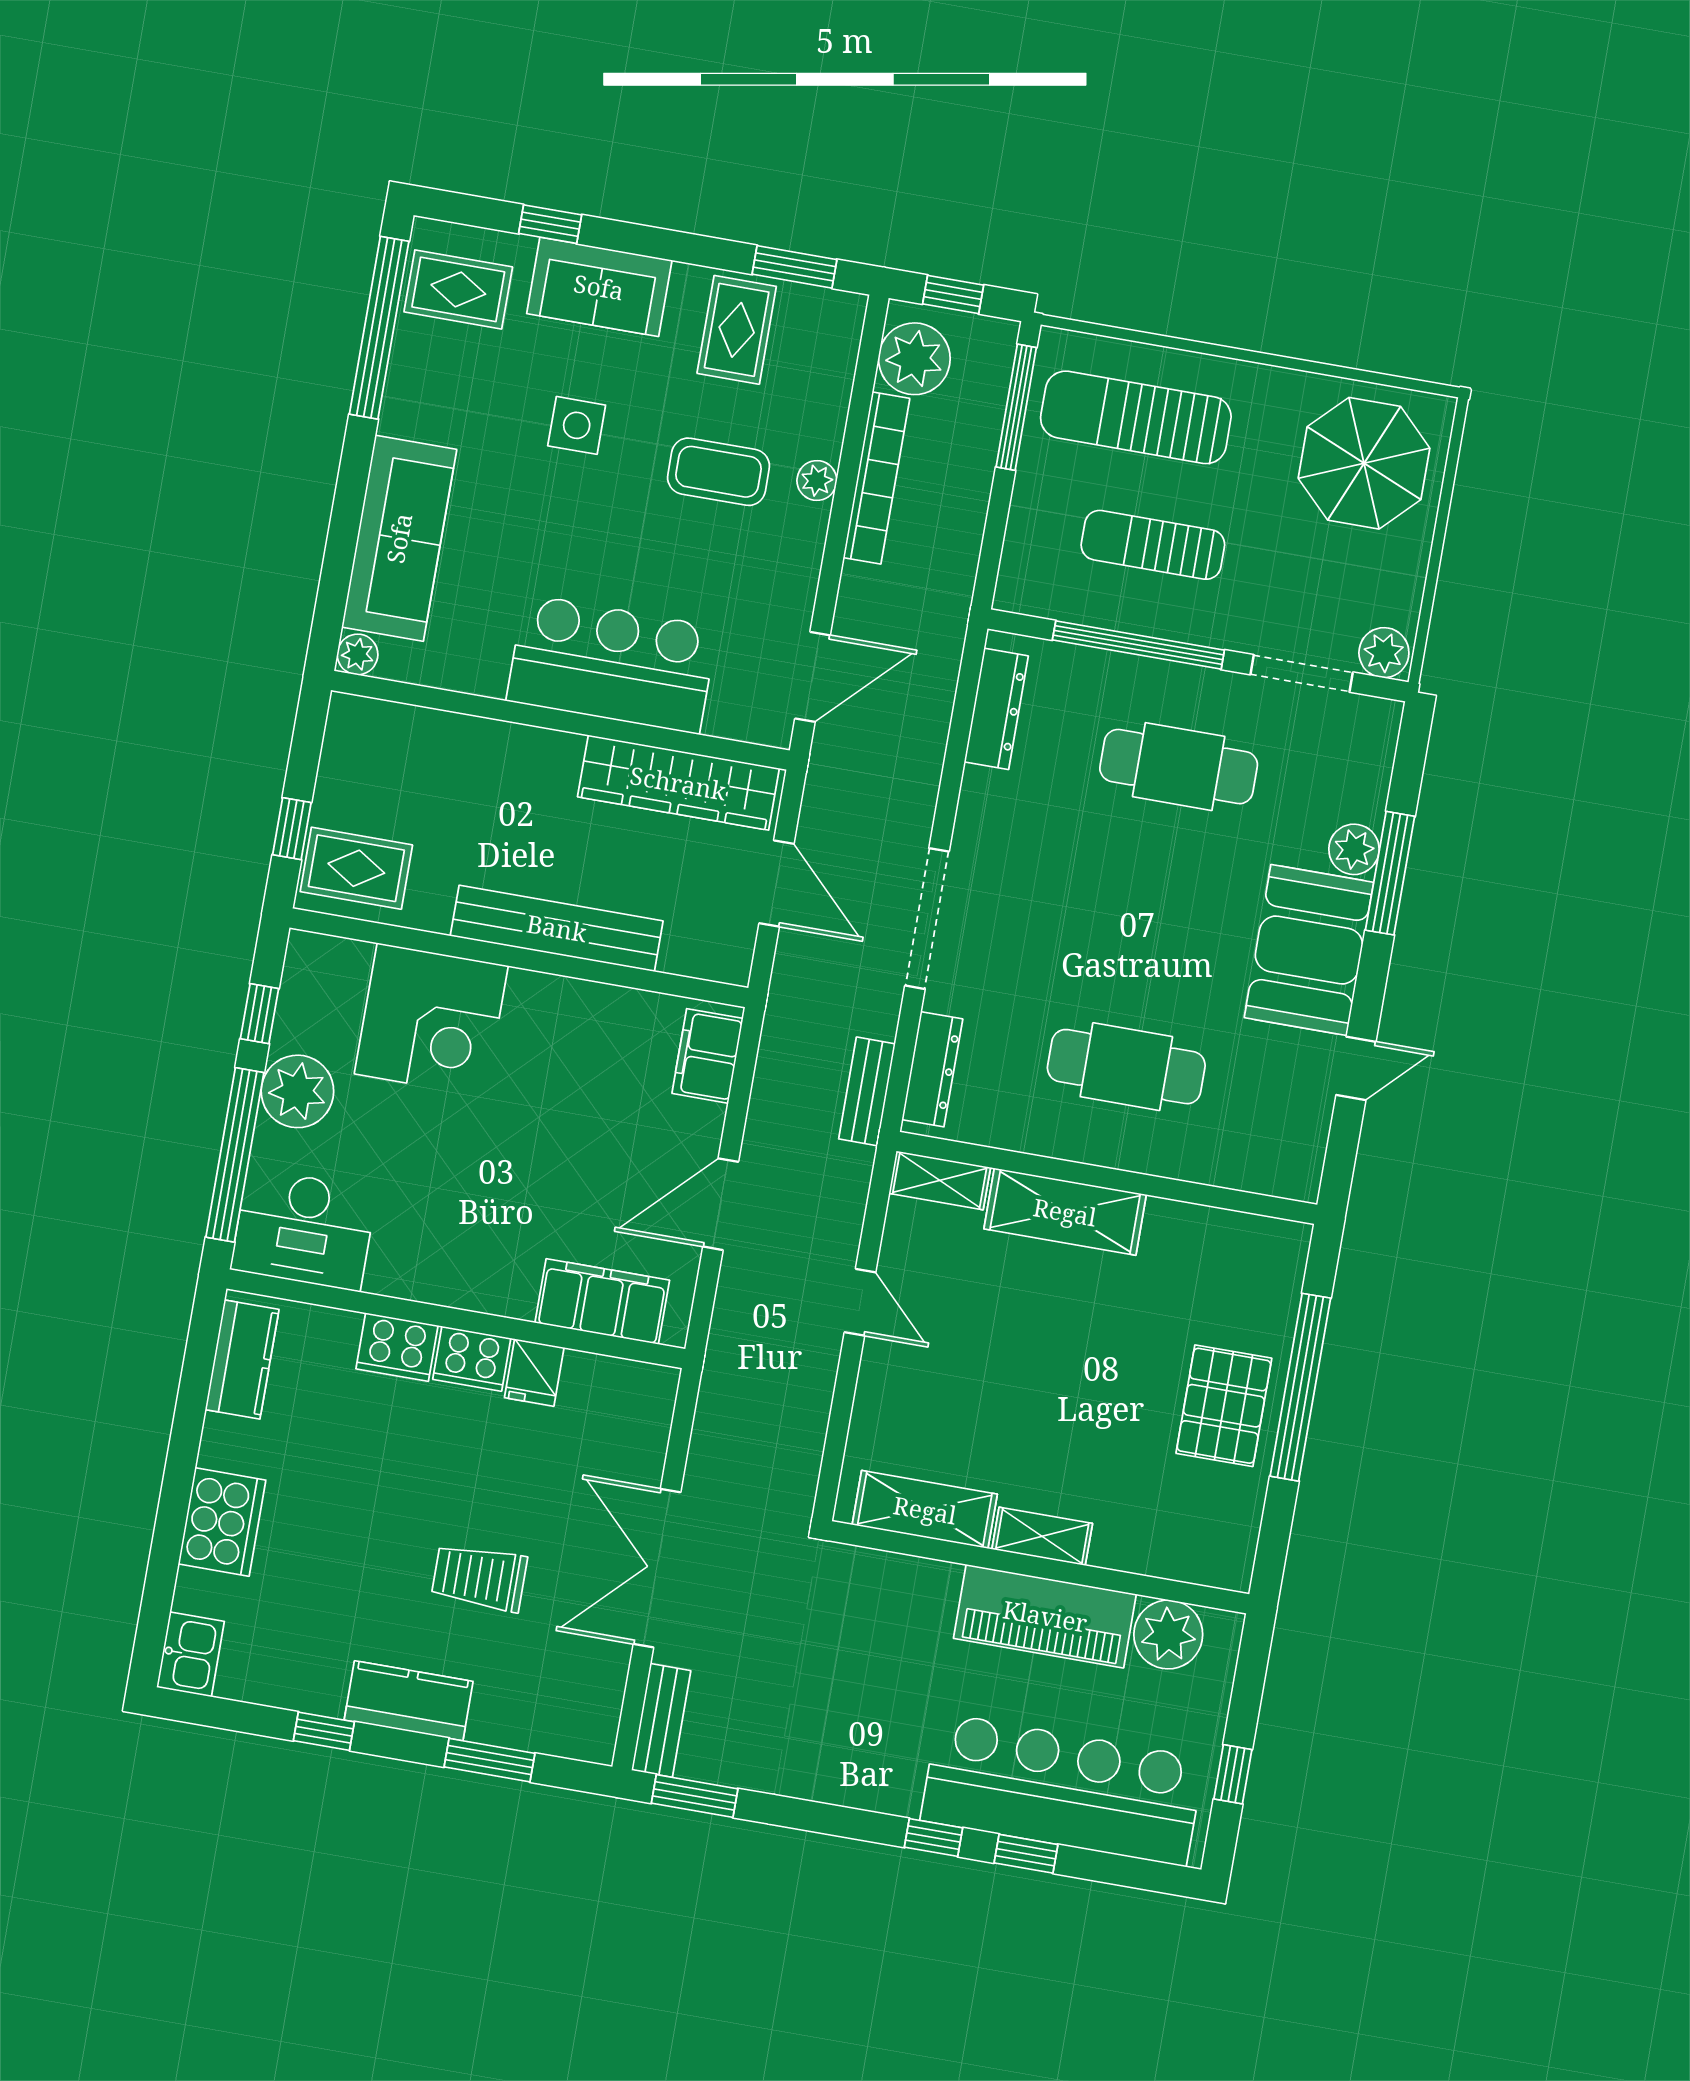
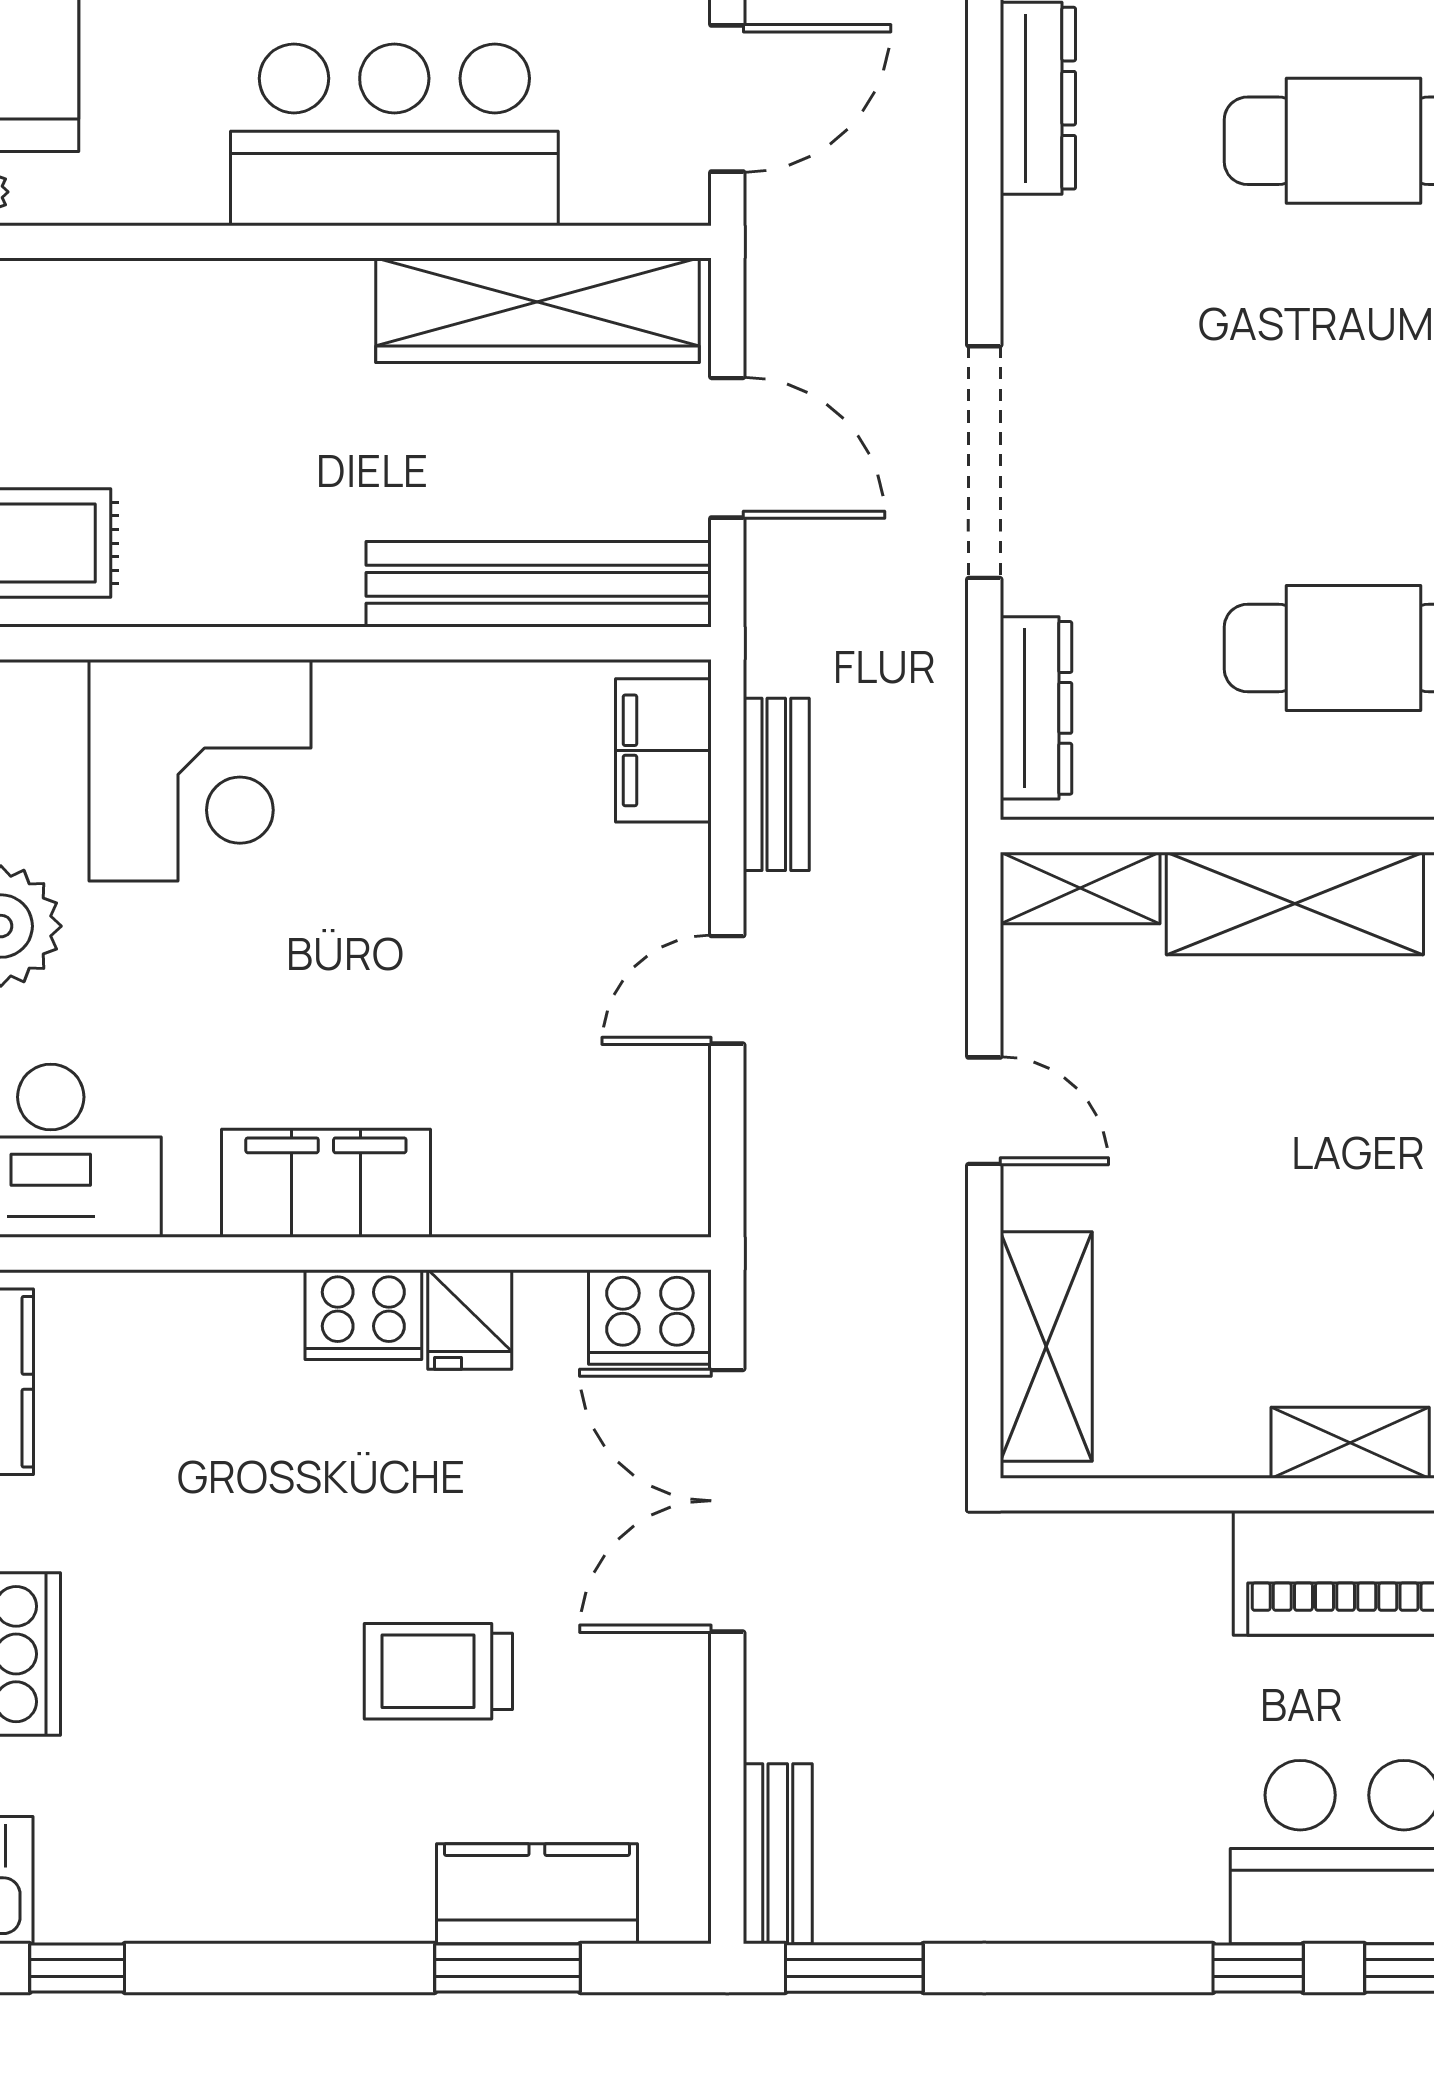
bench: (557, 928) -> (539, 584), moved
bench: (867, 1091) -> (776, 784), moved
door: (721, 1204) -> (727, 990), width x0.73
filing cabinet: (602, 1301) -> (326, 1183), moved
cooker: (397, 1347) -> (650, 1317), moved
shelving: (925, 1510) -> (1046, 1347), moved, turned 90
double door: (657, 1568) -> (727, 1501), moved
kitchen counter: (409, 1701) -> (537, 1894), moved
window: (324, 1731) -> (77, 1968), moved

